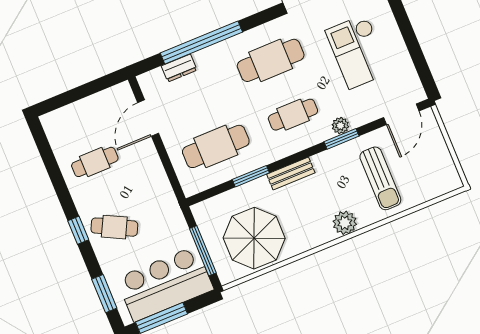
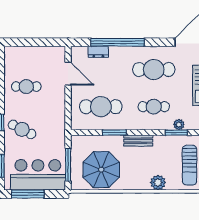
door: (148, 118) -> (68, 74), swing flipped

